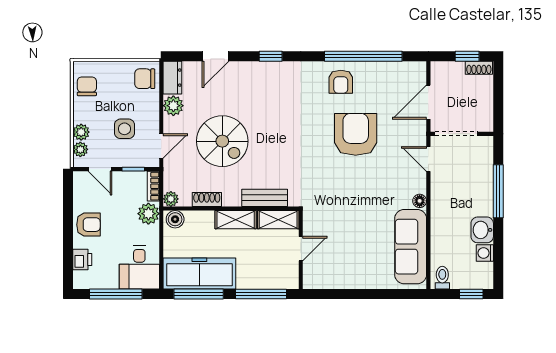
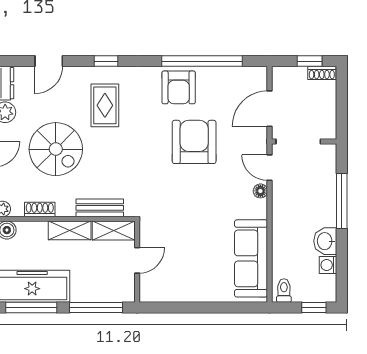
armchair: (341, 82) -> (179, 87), width x1.38, depth x1.38
rug: (270, 99) -> (105, 105), added
floor lamp: (420, 201) -> (260, 191), moved

